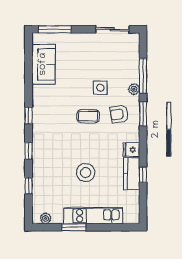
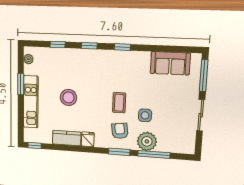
sliding door: (112, 29) -> (201, 115), moved
plant: (134, 89) -> (147, 141), width x1.87, depth x1.87
window: (143, 175) -> (35, 145), moved

